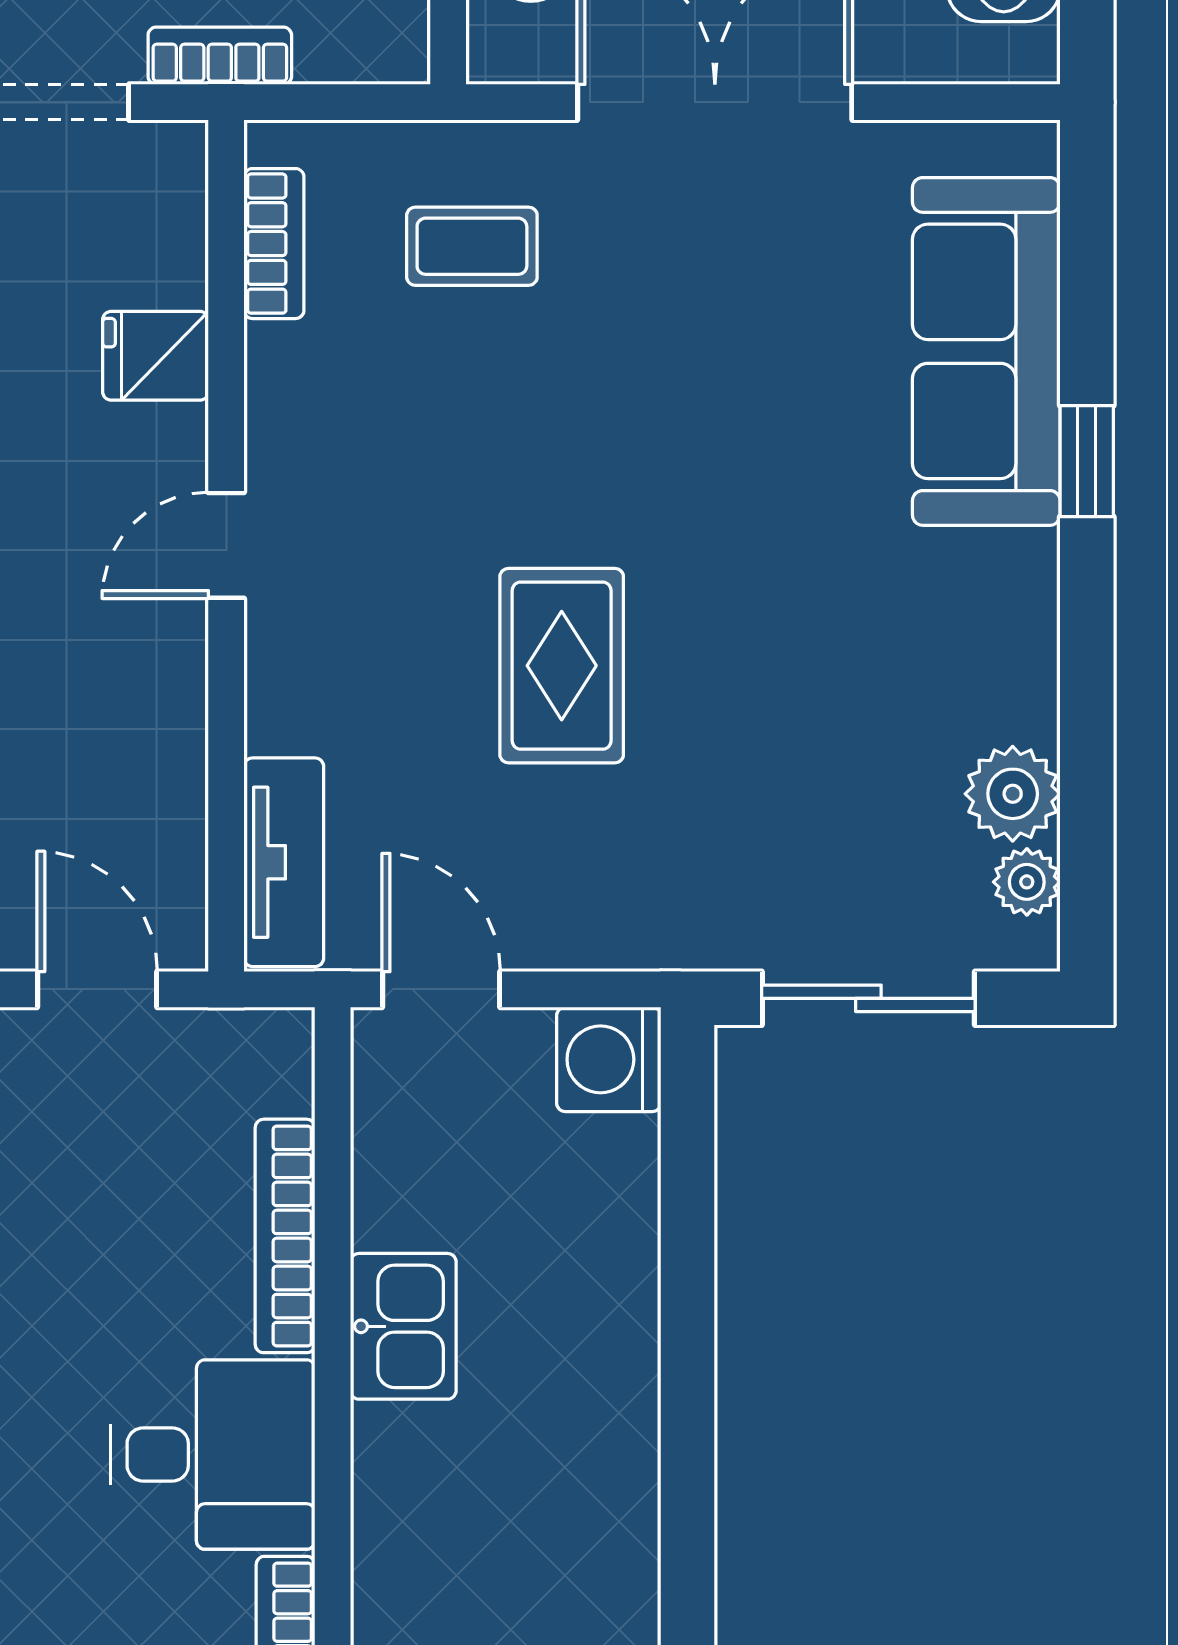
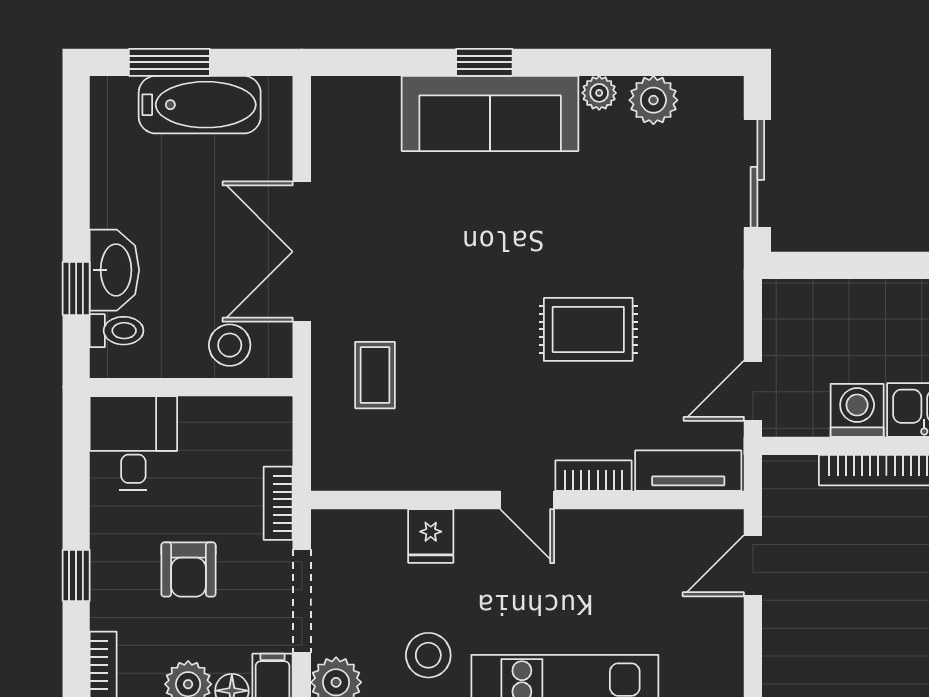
bookcase: (274, 244) -> (593, 476), moved
sofa: (986, 351) -> (490, 113), moved
plant: (1027, 882) -> (599, 93), moved
washing machine: (609, 1059) -> (857, 410), moved, turned 180

